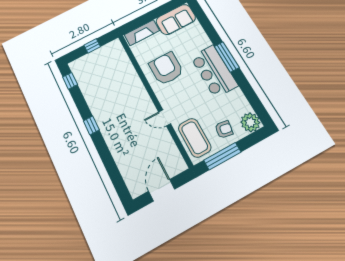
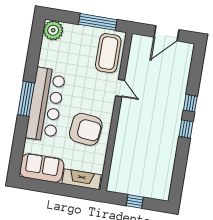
armchair: (166, 68) -> (86, 129), turned -84
bar counter: (214, 71) -> (46, 105), width x1.36
window: (70, 81) -> (190, 103), moved
armchair: (224, 129) -> (79, 41), removed

